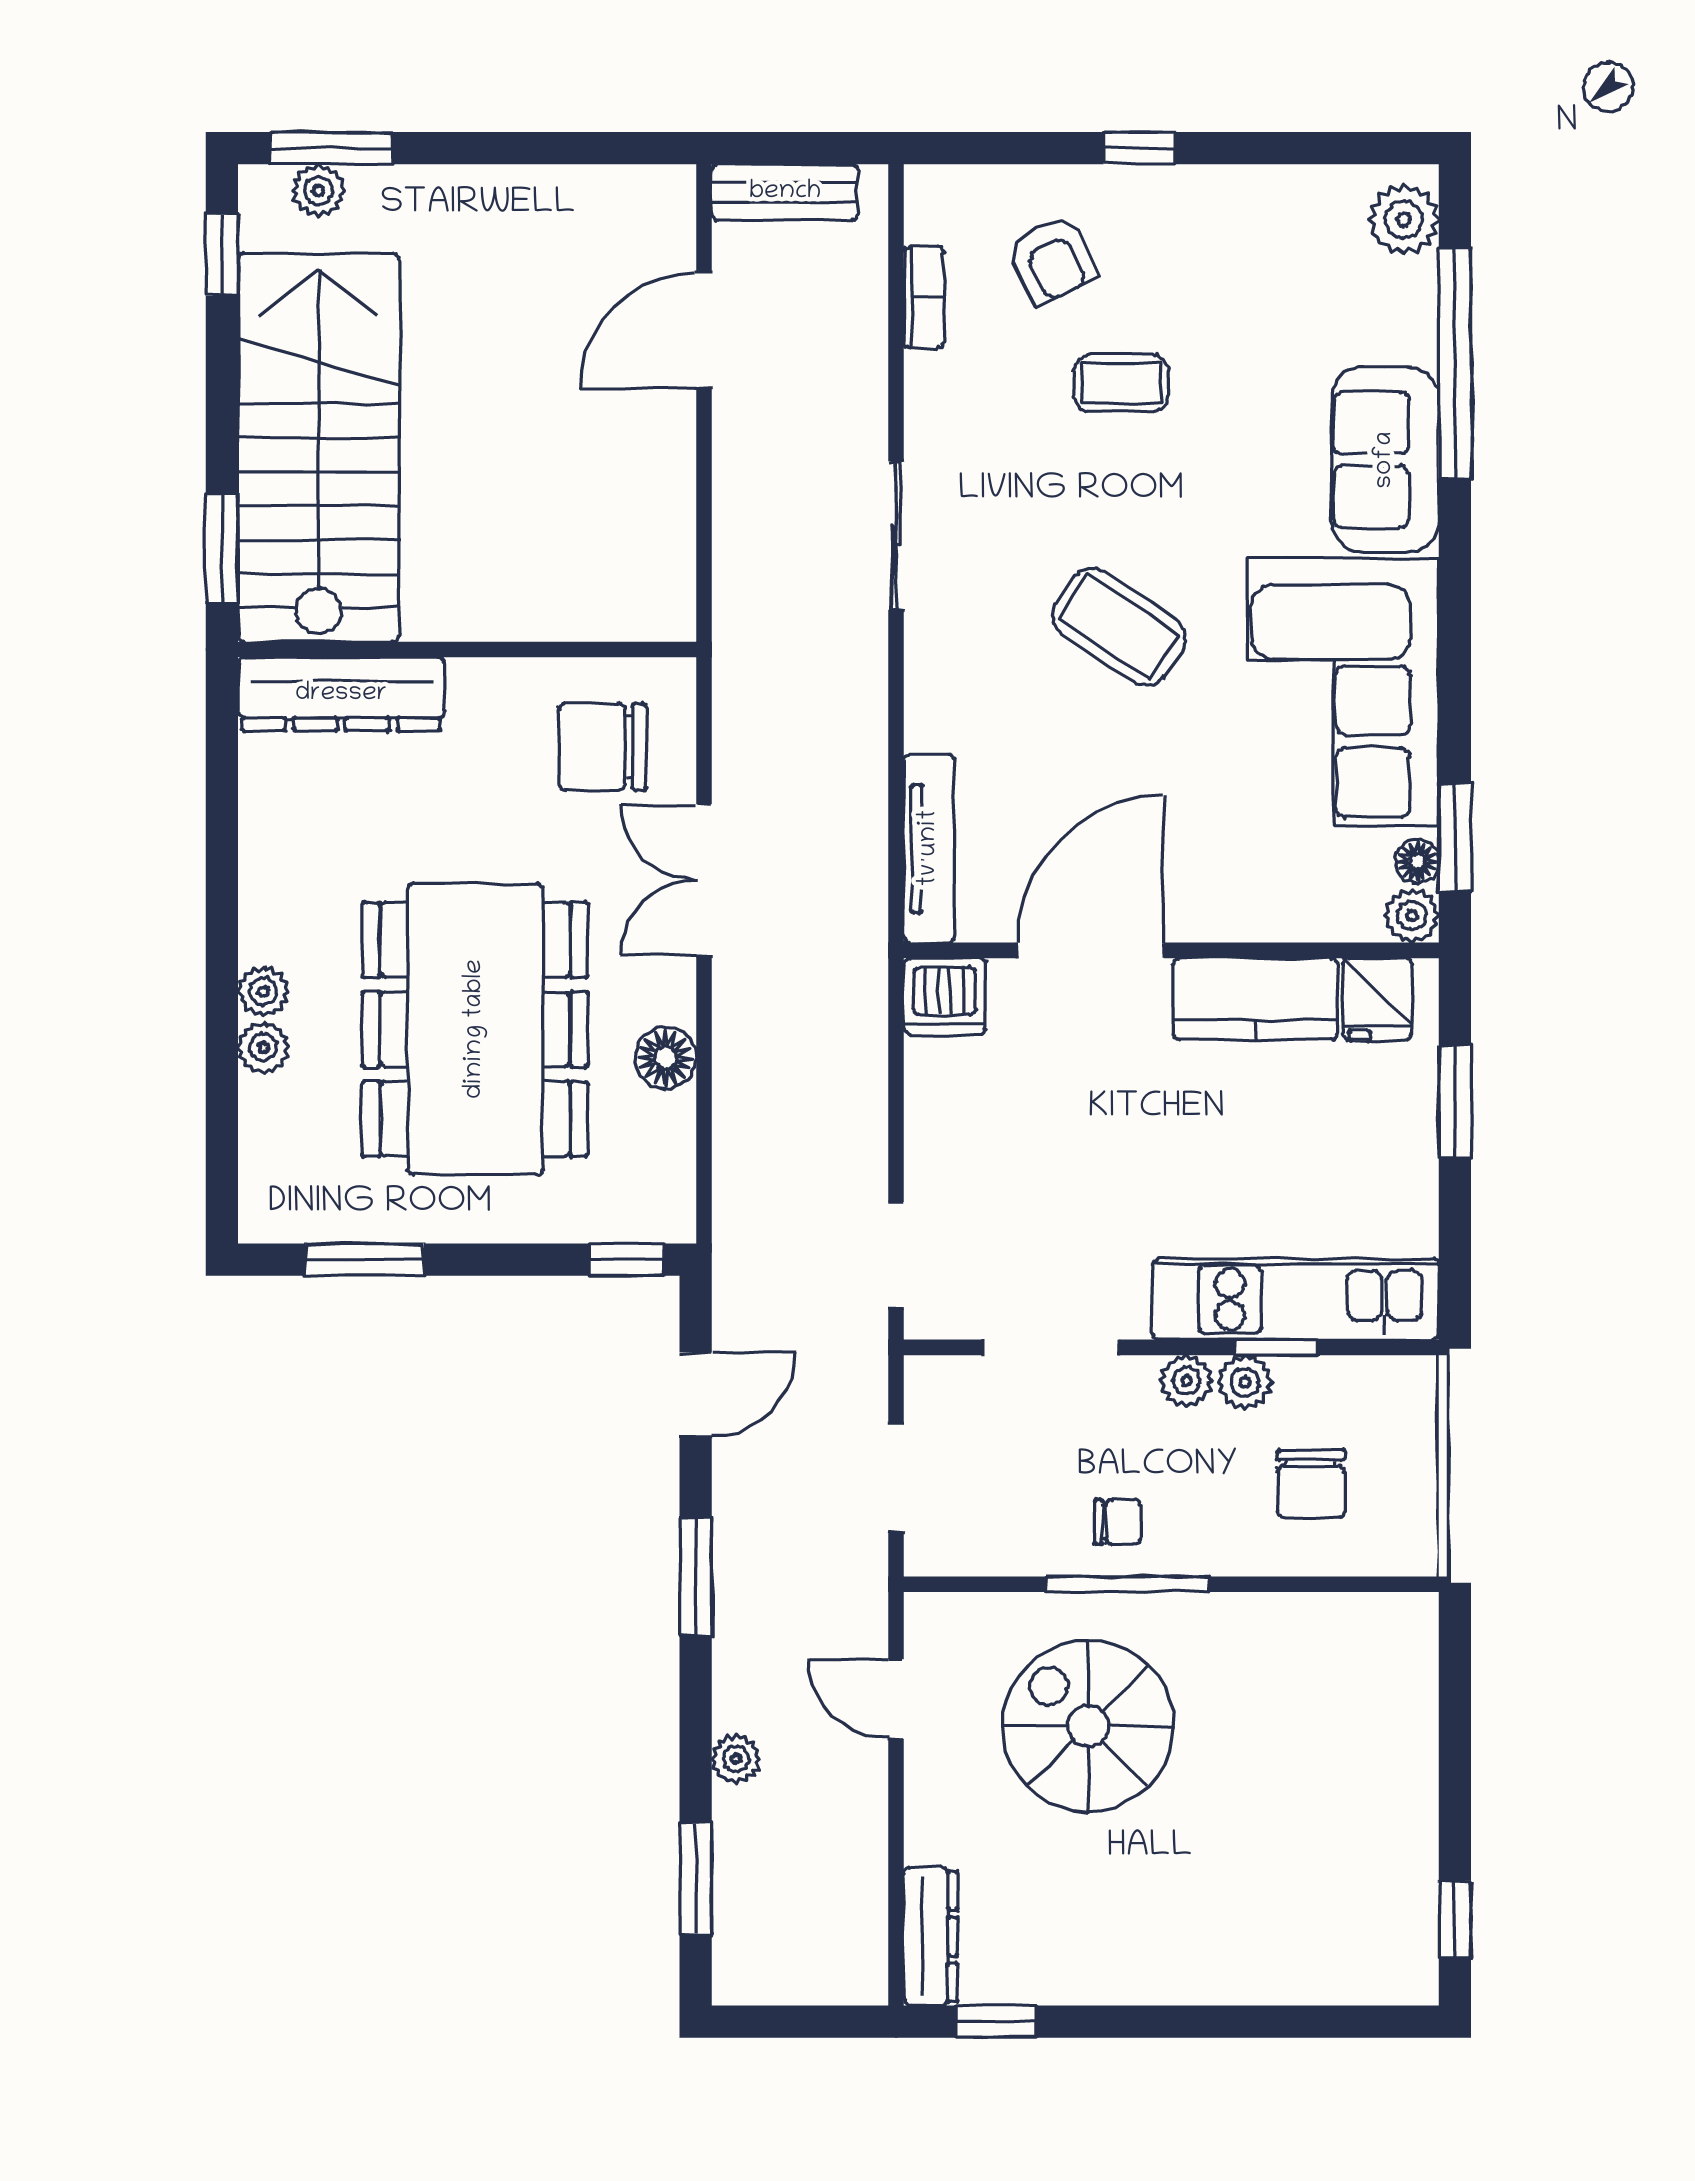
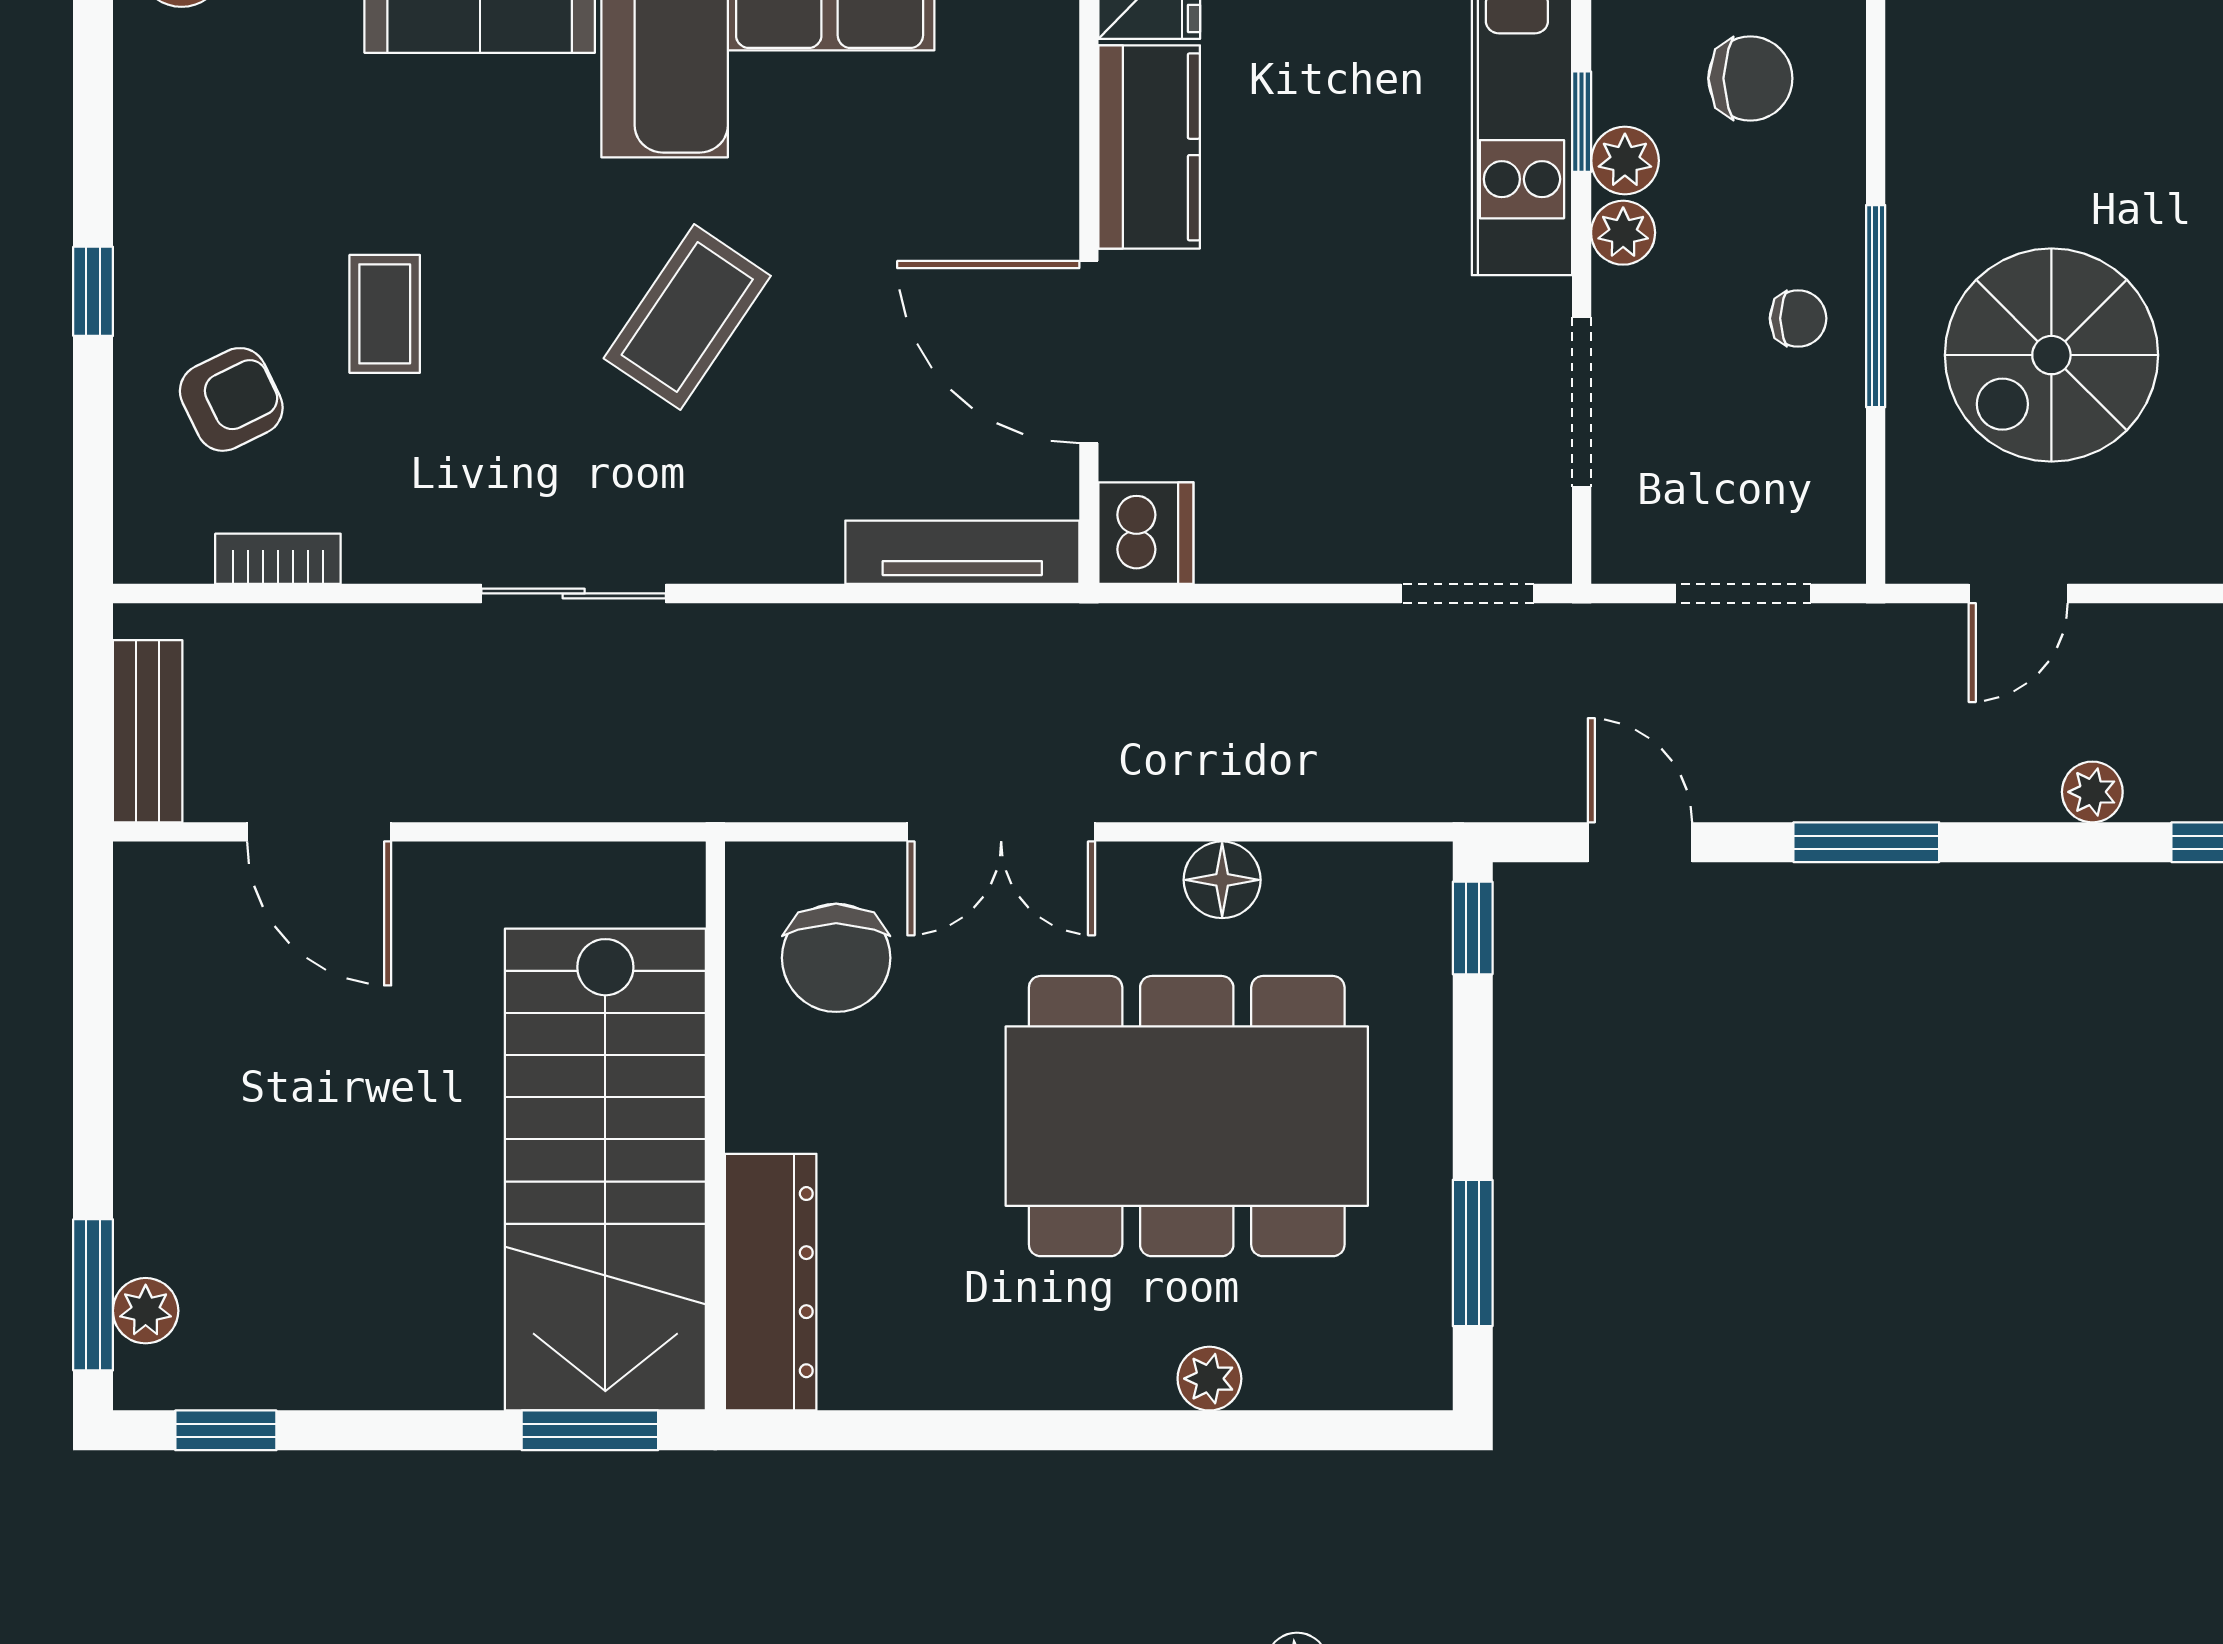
stairs: (319, 448) -> (605, 1170), moved, turned -90
plant: (263, 991) -> (1140, 1379), removed
chair: (1118, 1522) -> (1798, 318), turned 90

